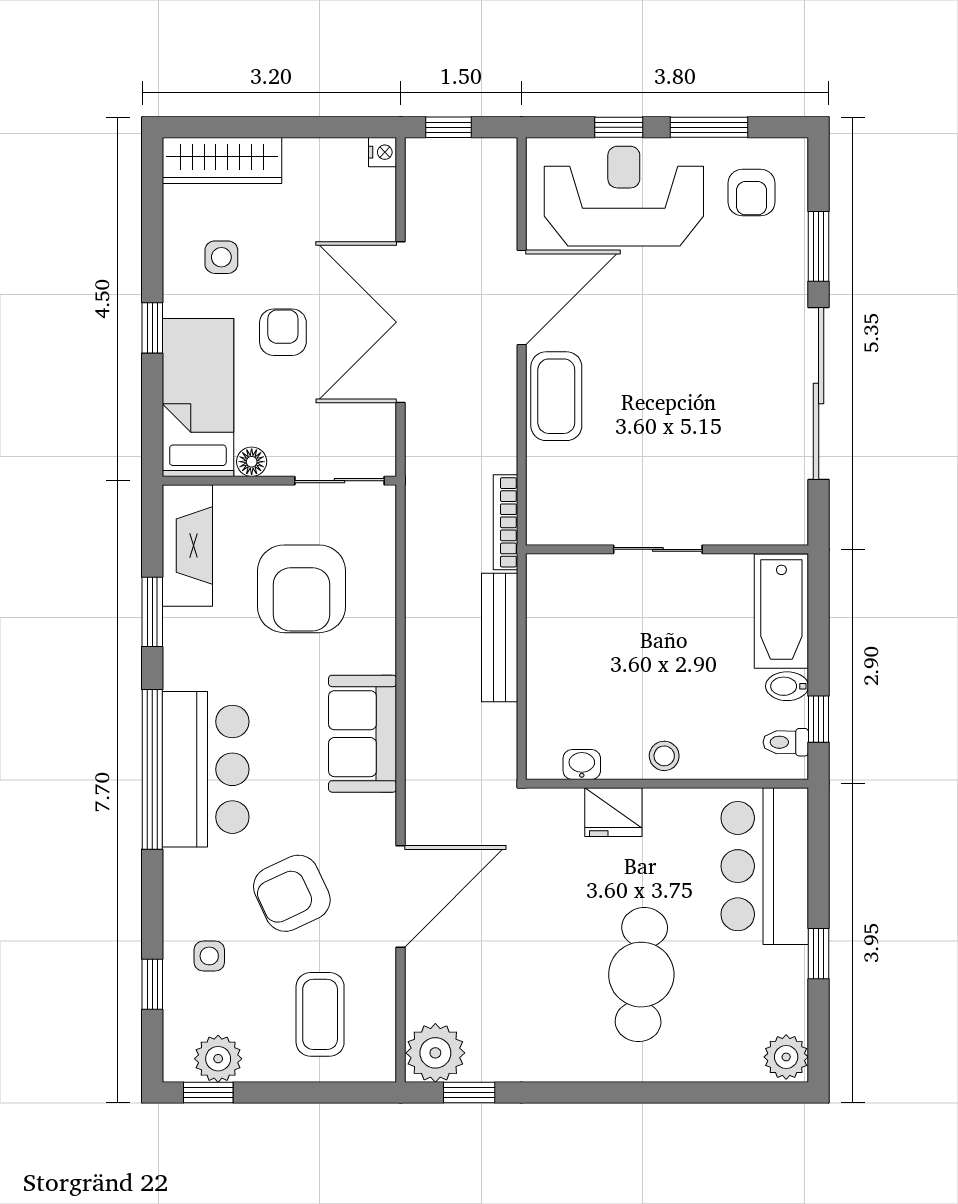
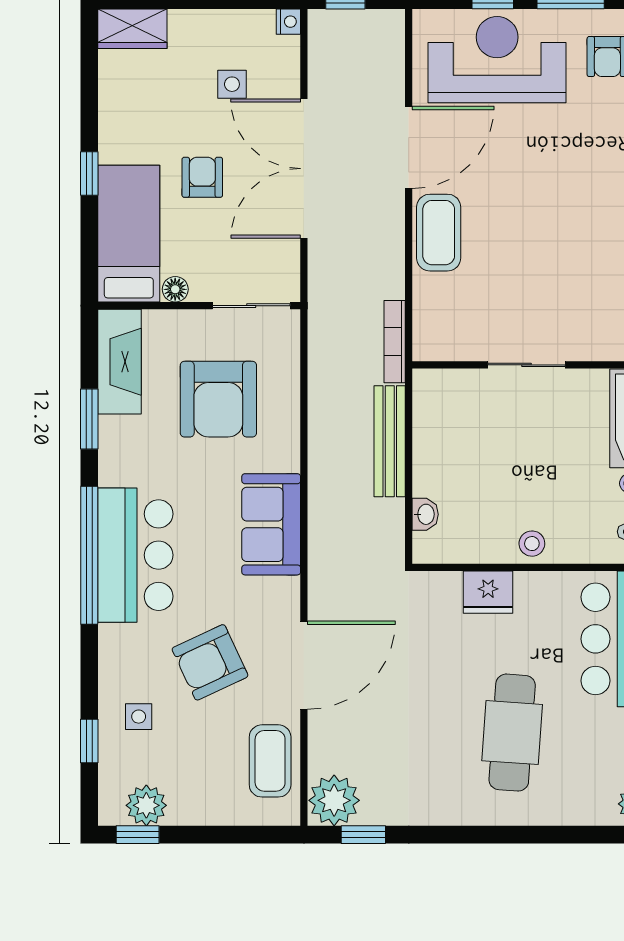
wardrobe: (222, 160) -> (132, 29), width x0.67
side table: (221, 257) -> (232, 84), moved
washbasin: (582, 764) -> (425, 514), moved, turned 90
coffee table: (320, 1014) -> (270, 761), moved

